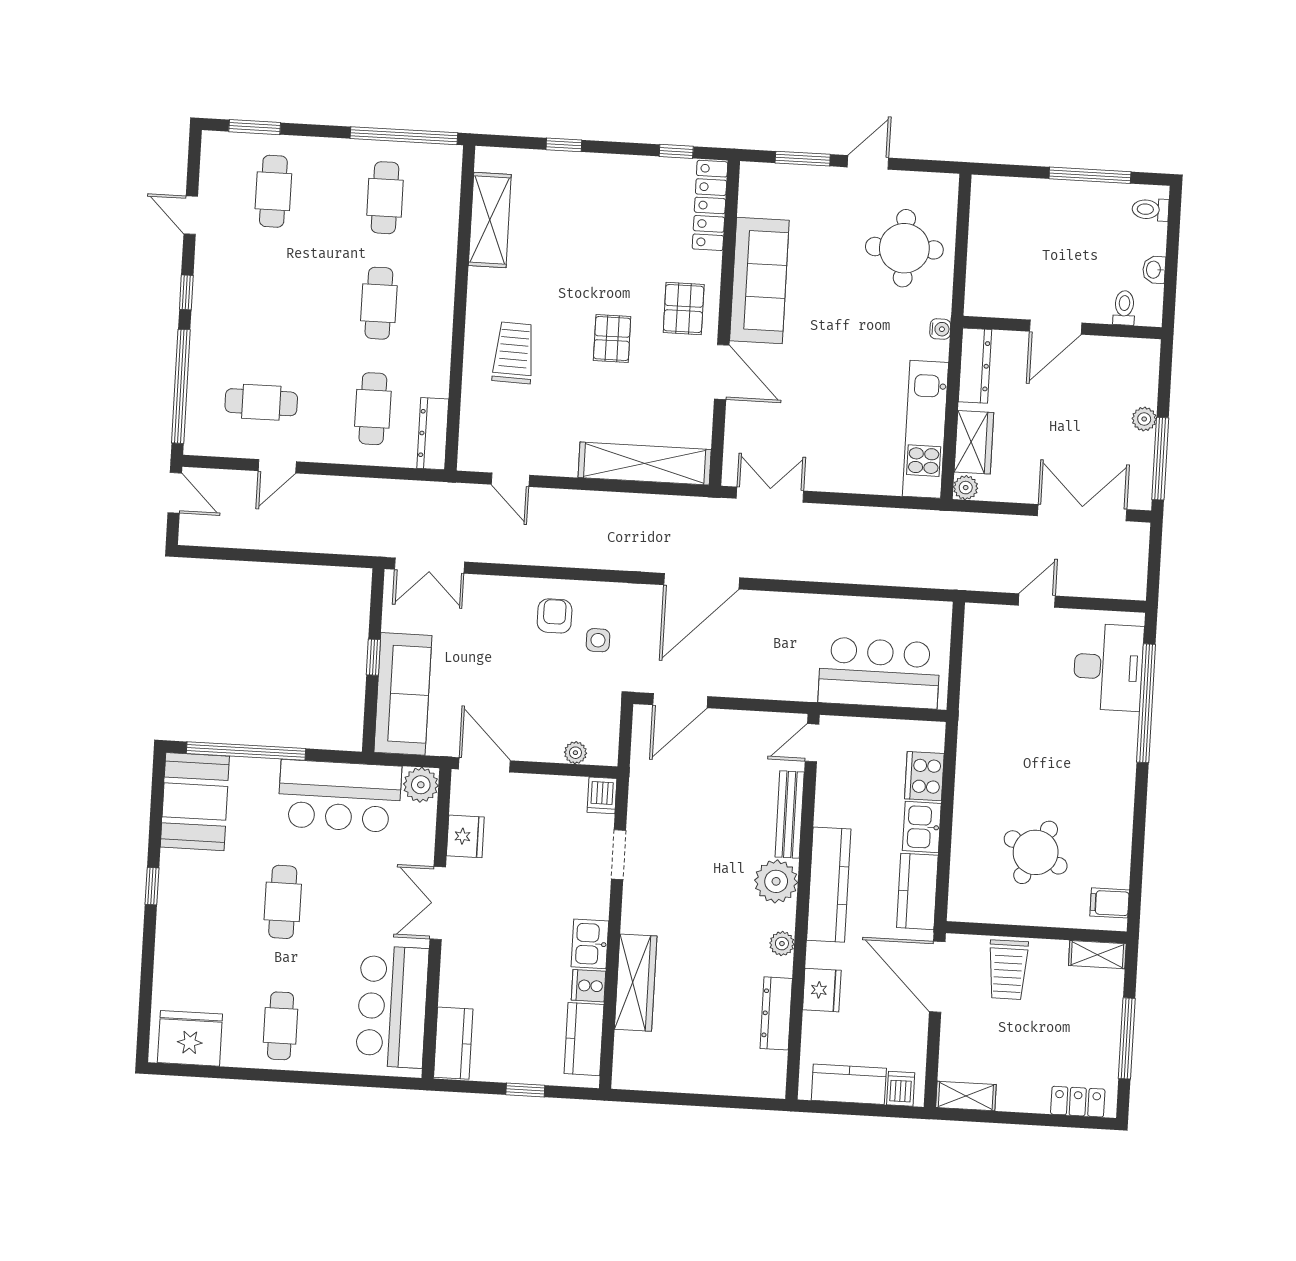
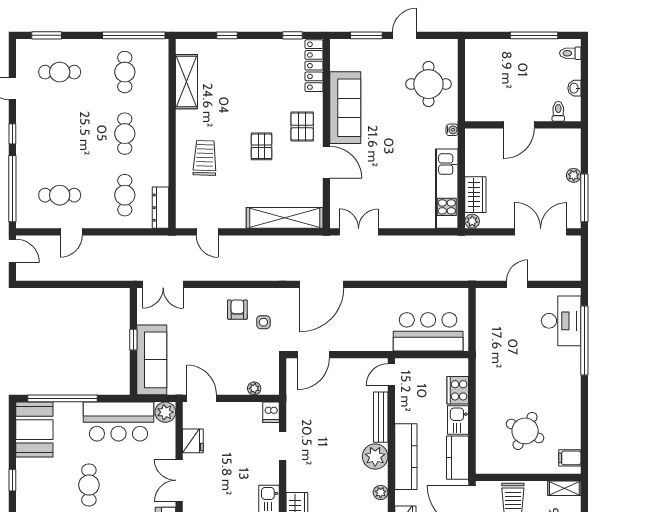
cafe table: (273, 191) -> (60, 72), turned 90
dresser: (975, 366) -> (473, 150), removed

